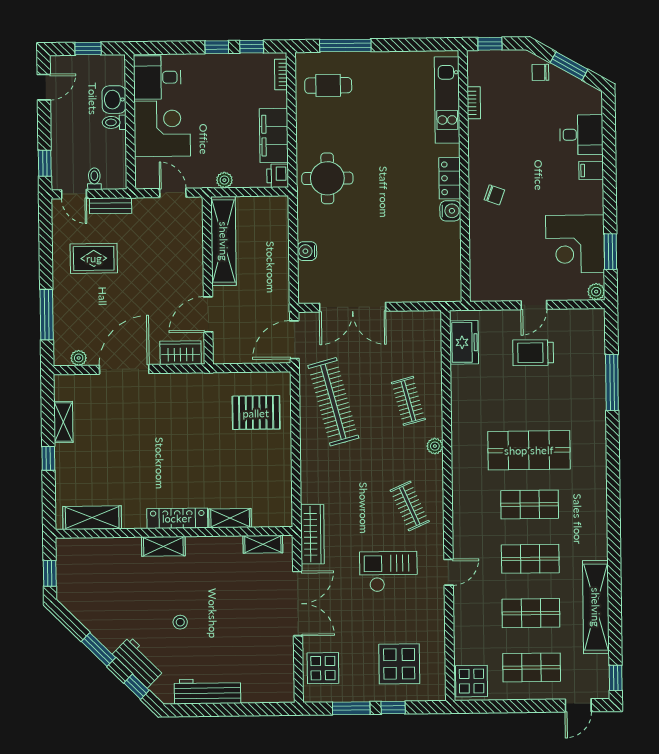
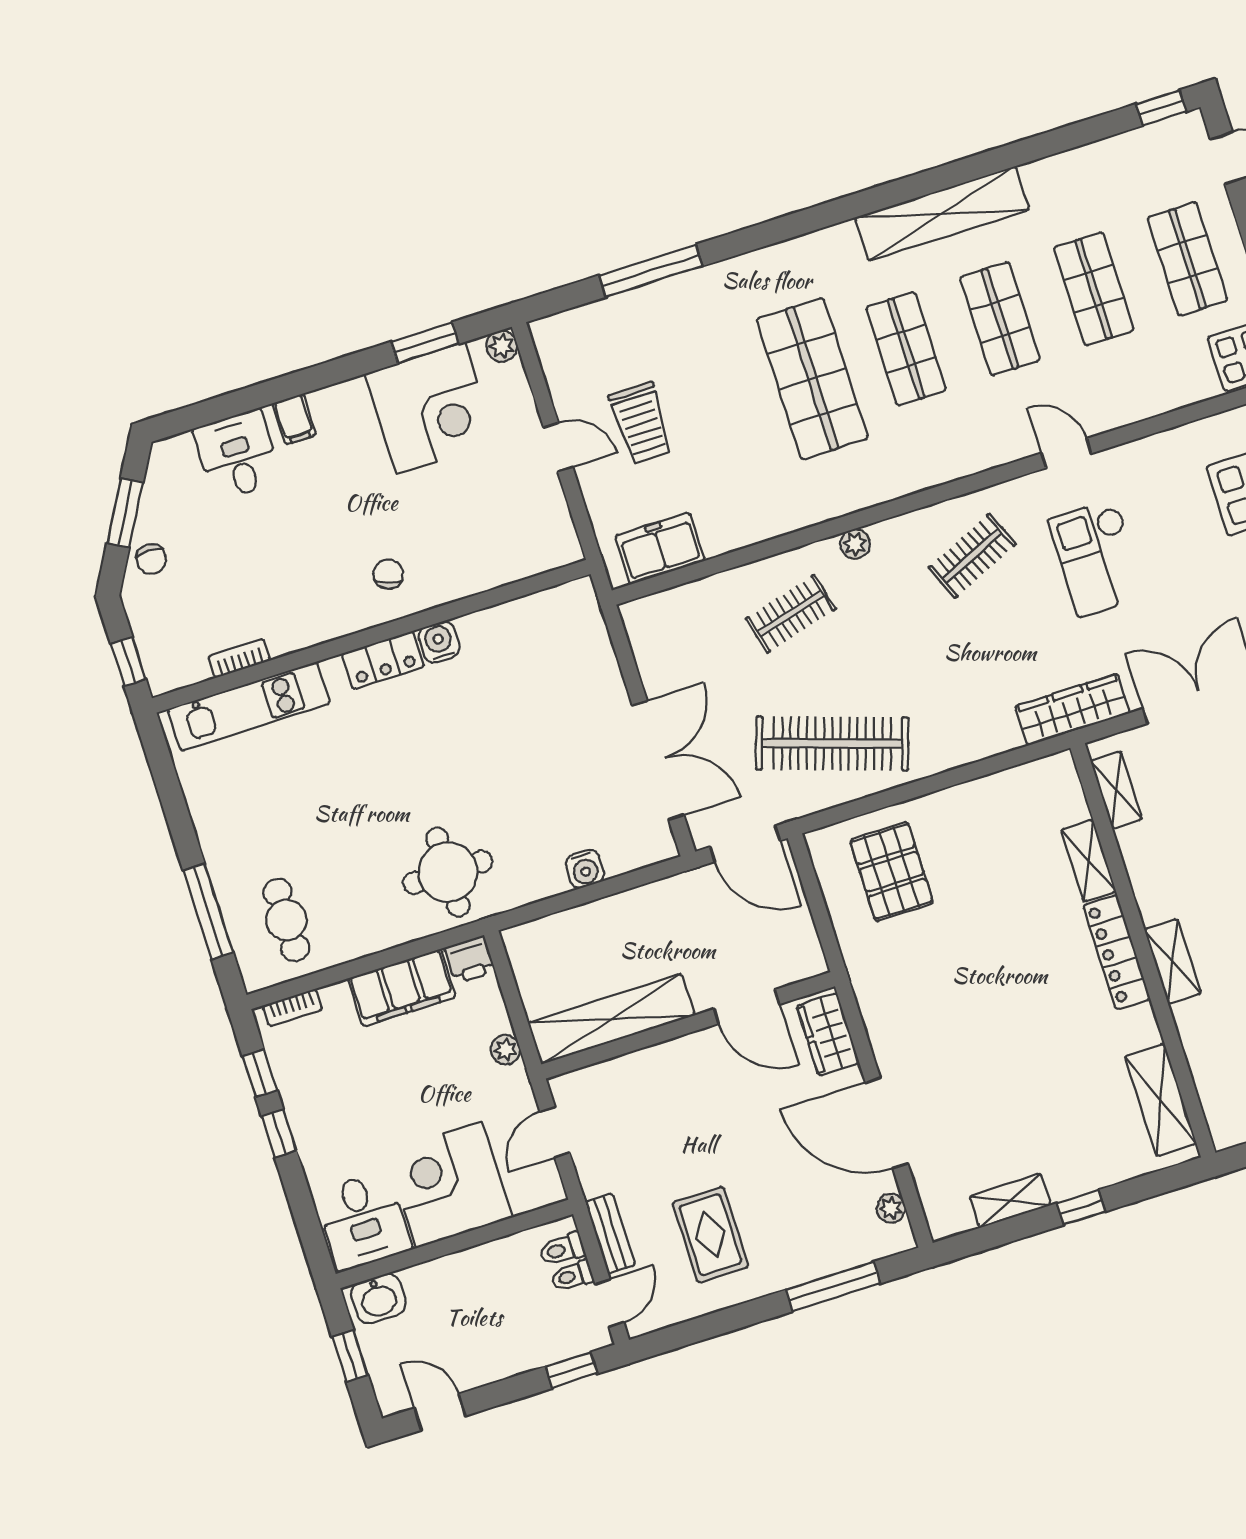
washbasin: (114, 100) -> (378, 1298), moved
toilet: (114, 122) -> (562, 1249), moved, turned 90
clothes rail: (333, 402) -> (832, 743), turned 33
shelving: (596, 607) -> (942, 214), moved

